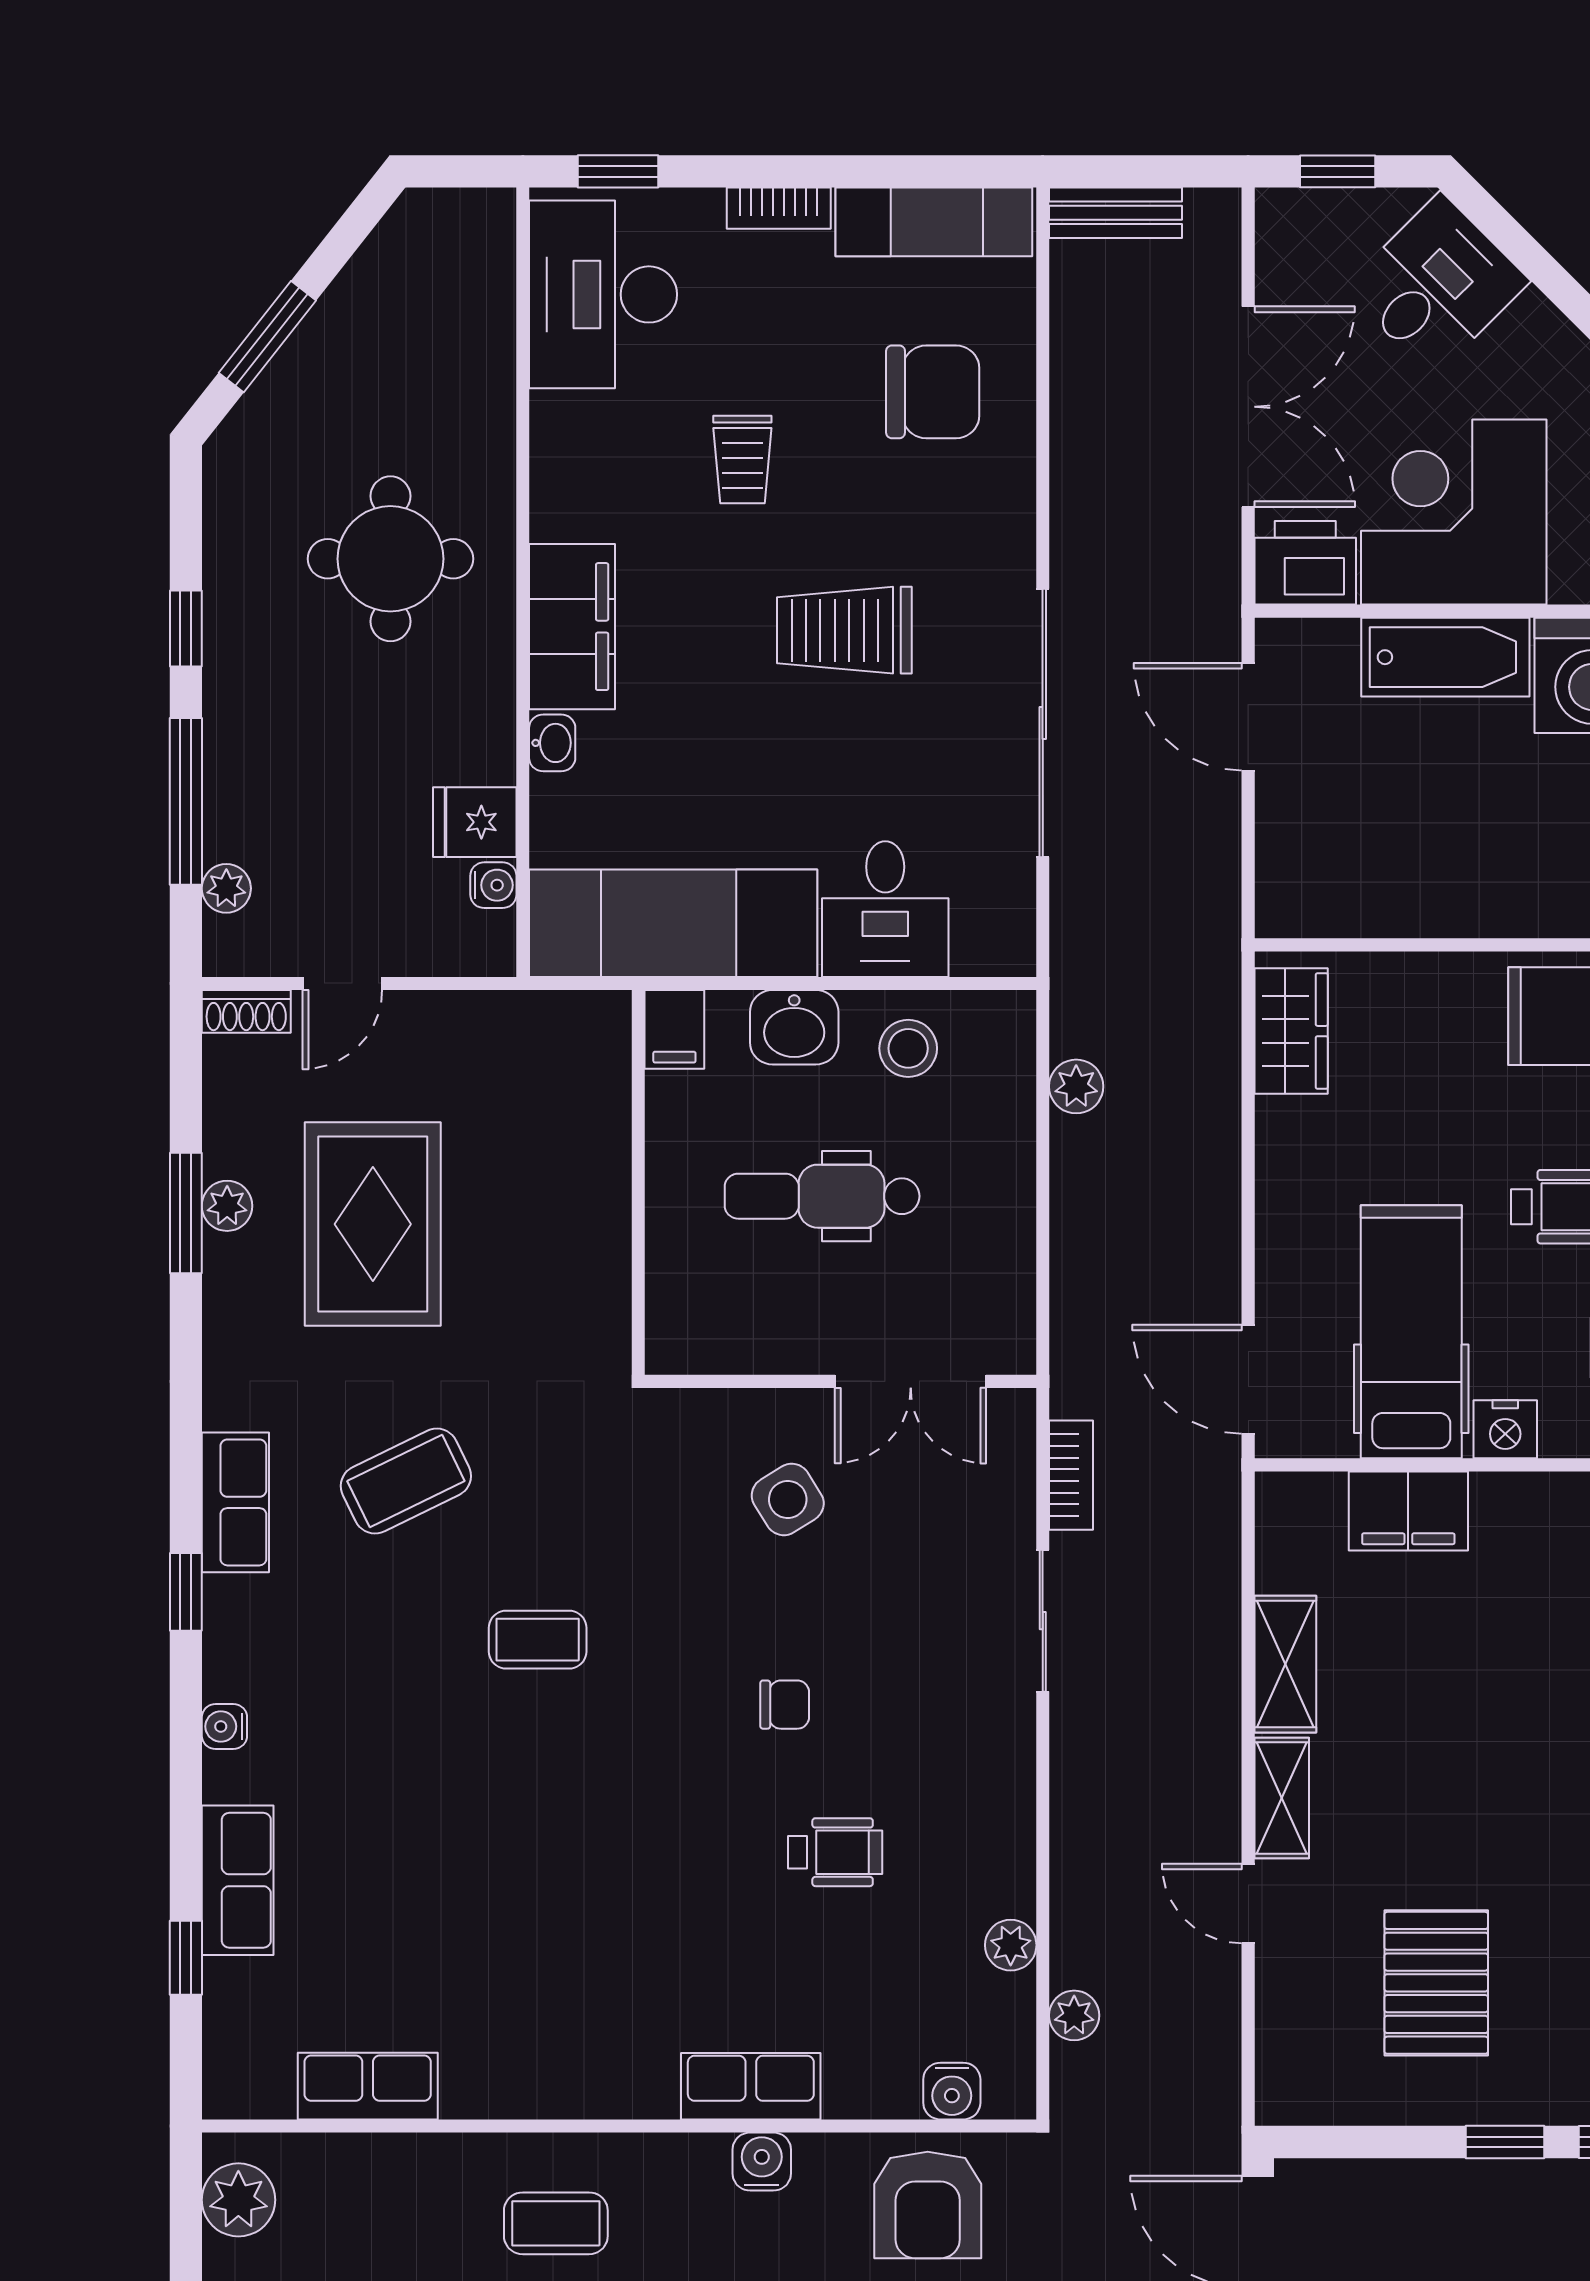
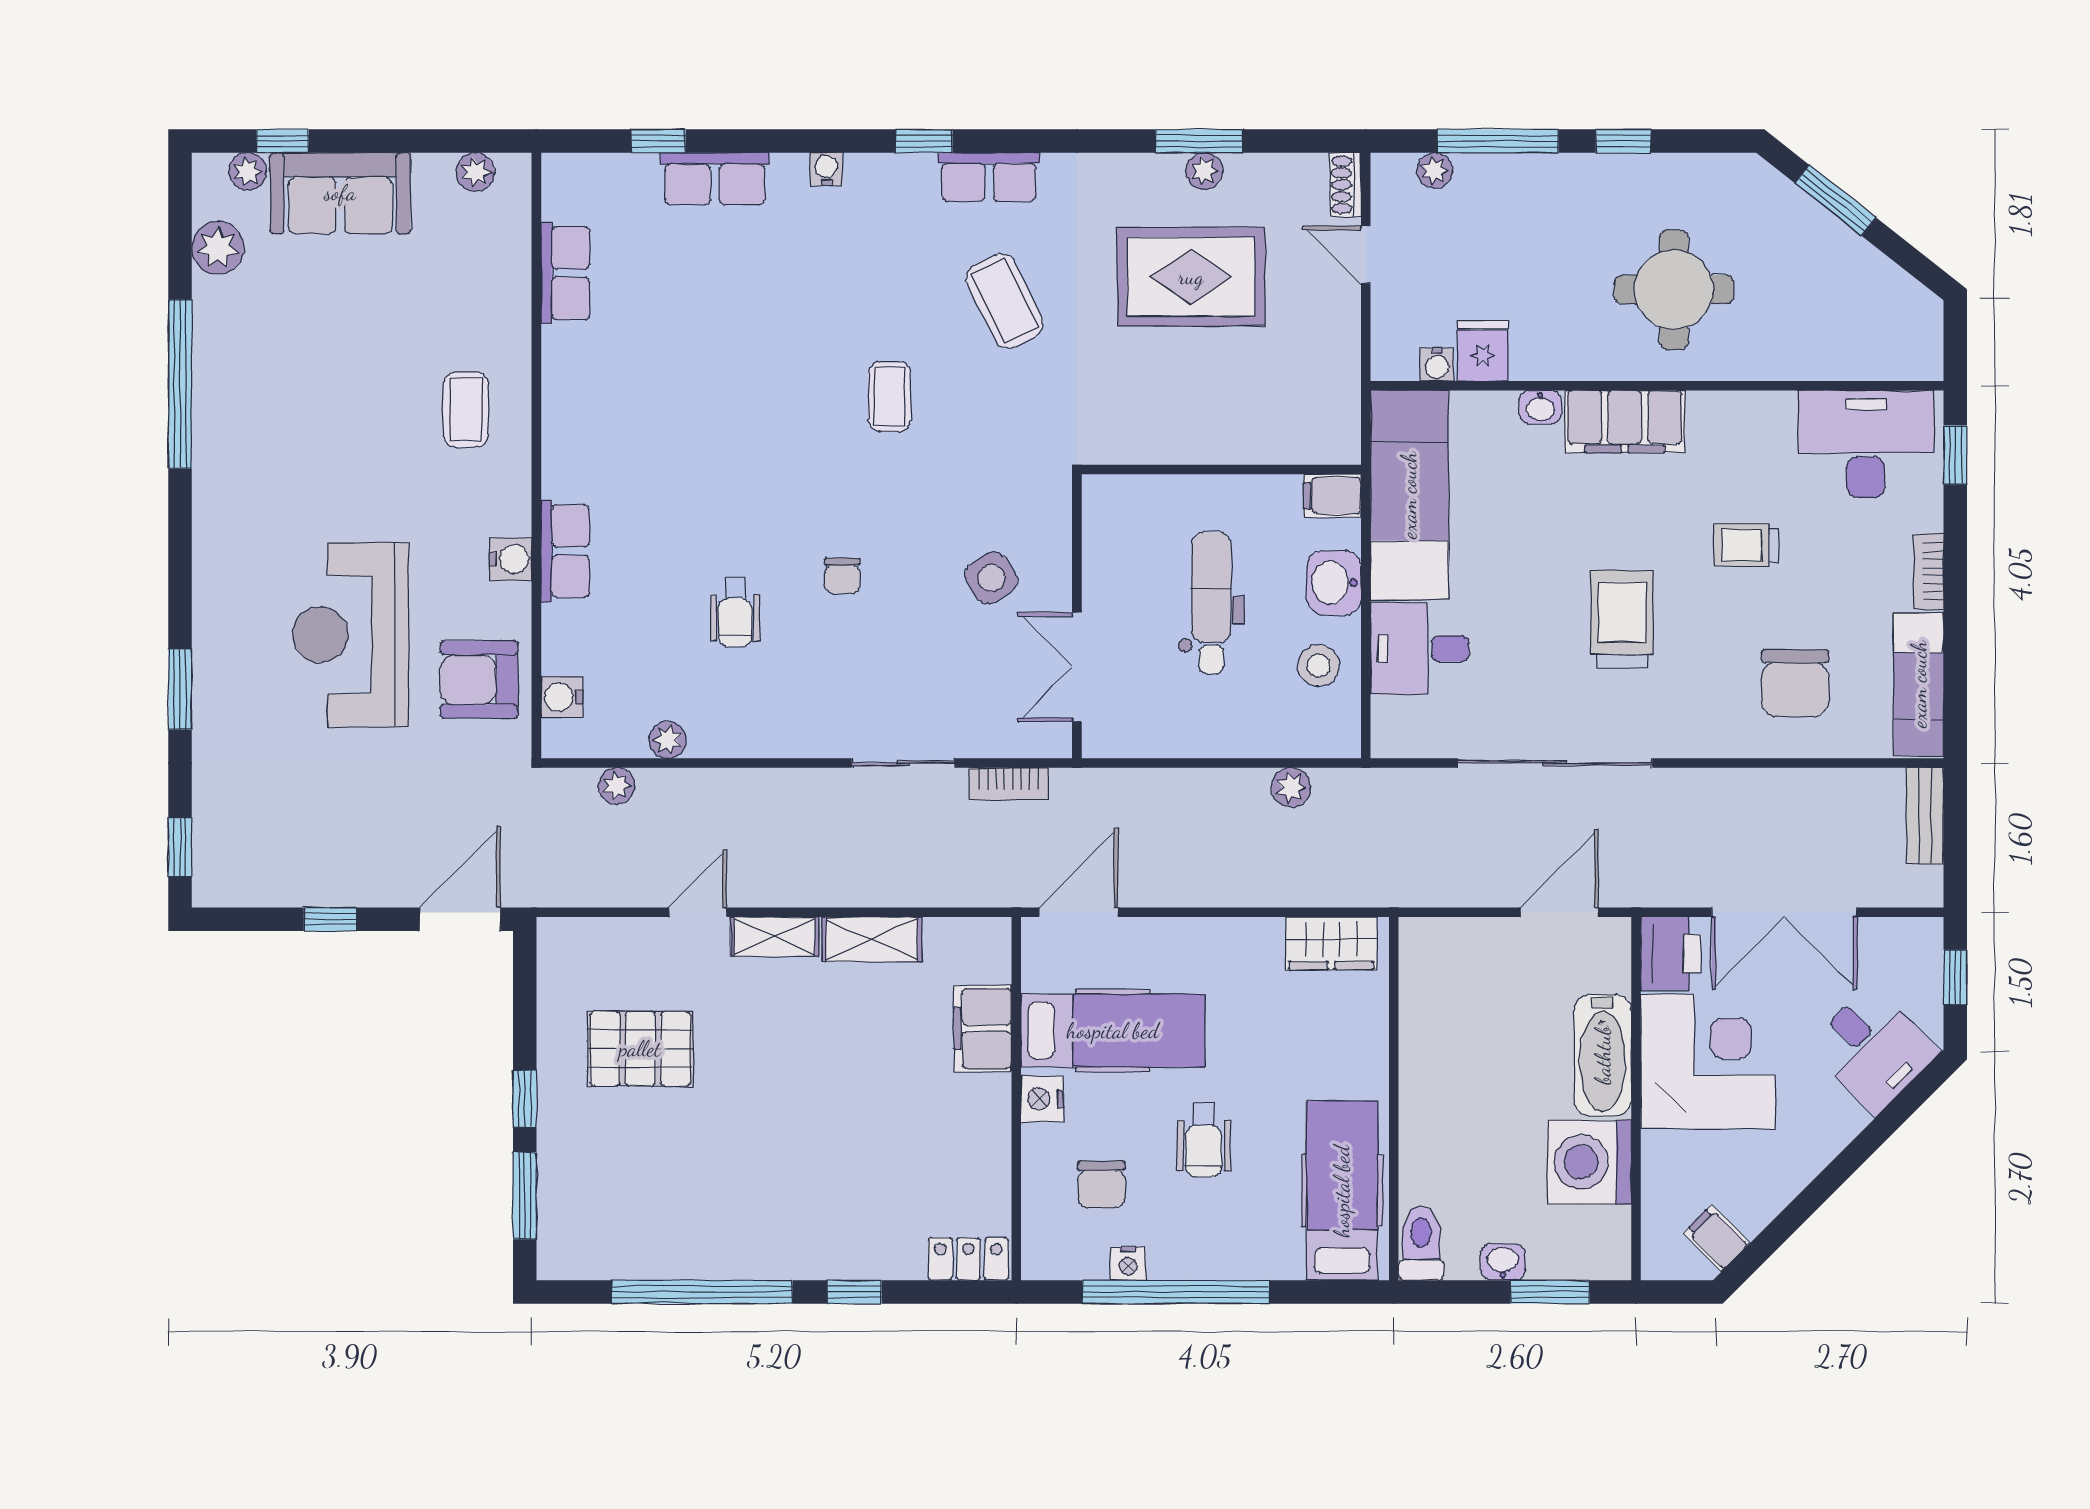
plant: (238, 2200) -> (476, 172), width x0.73, depth x0.73

